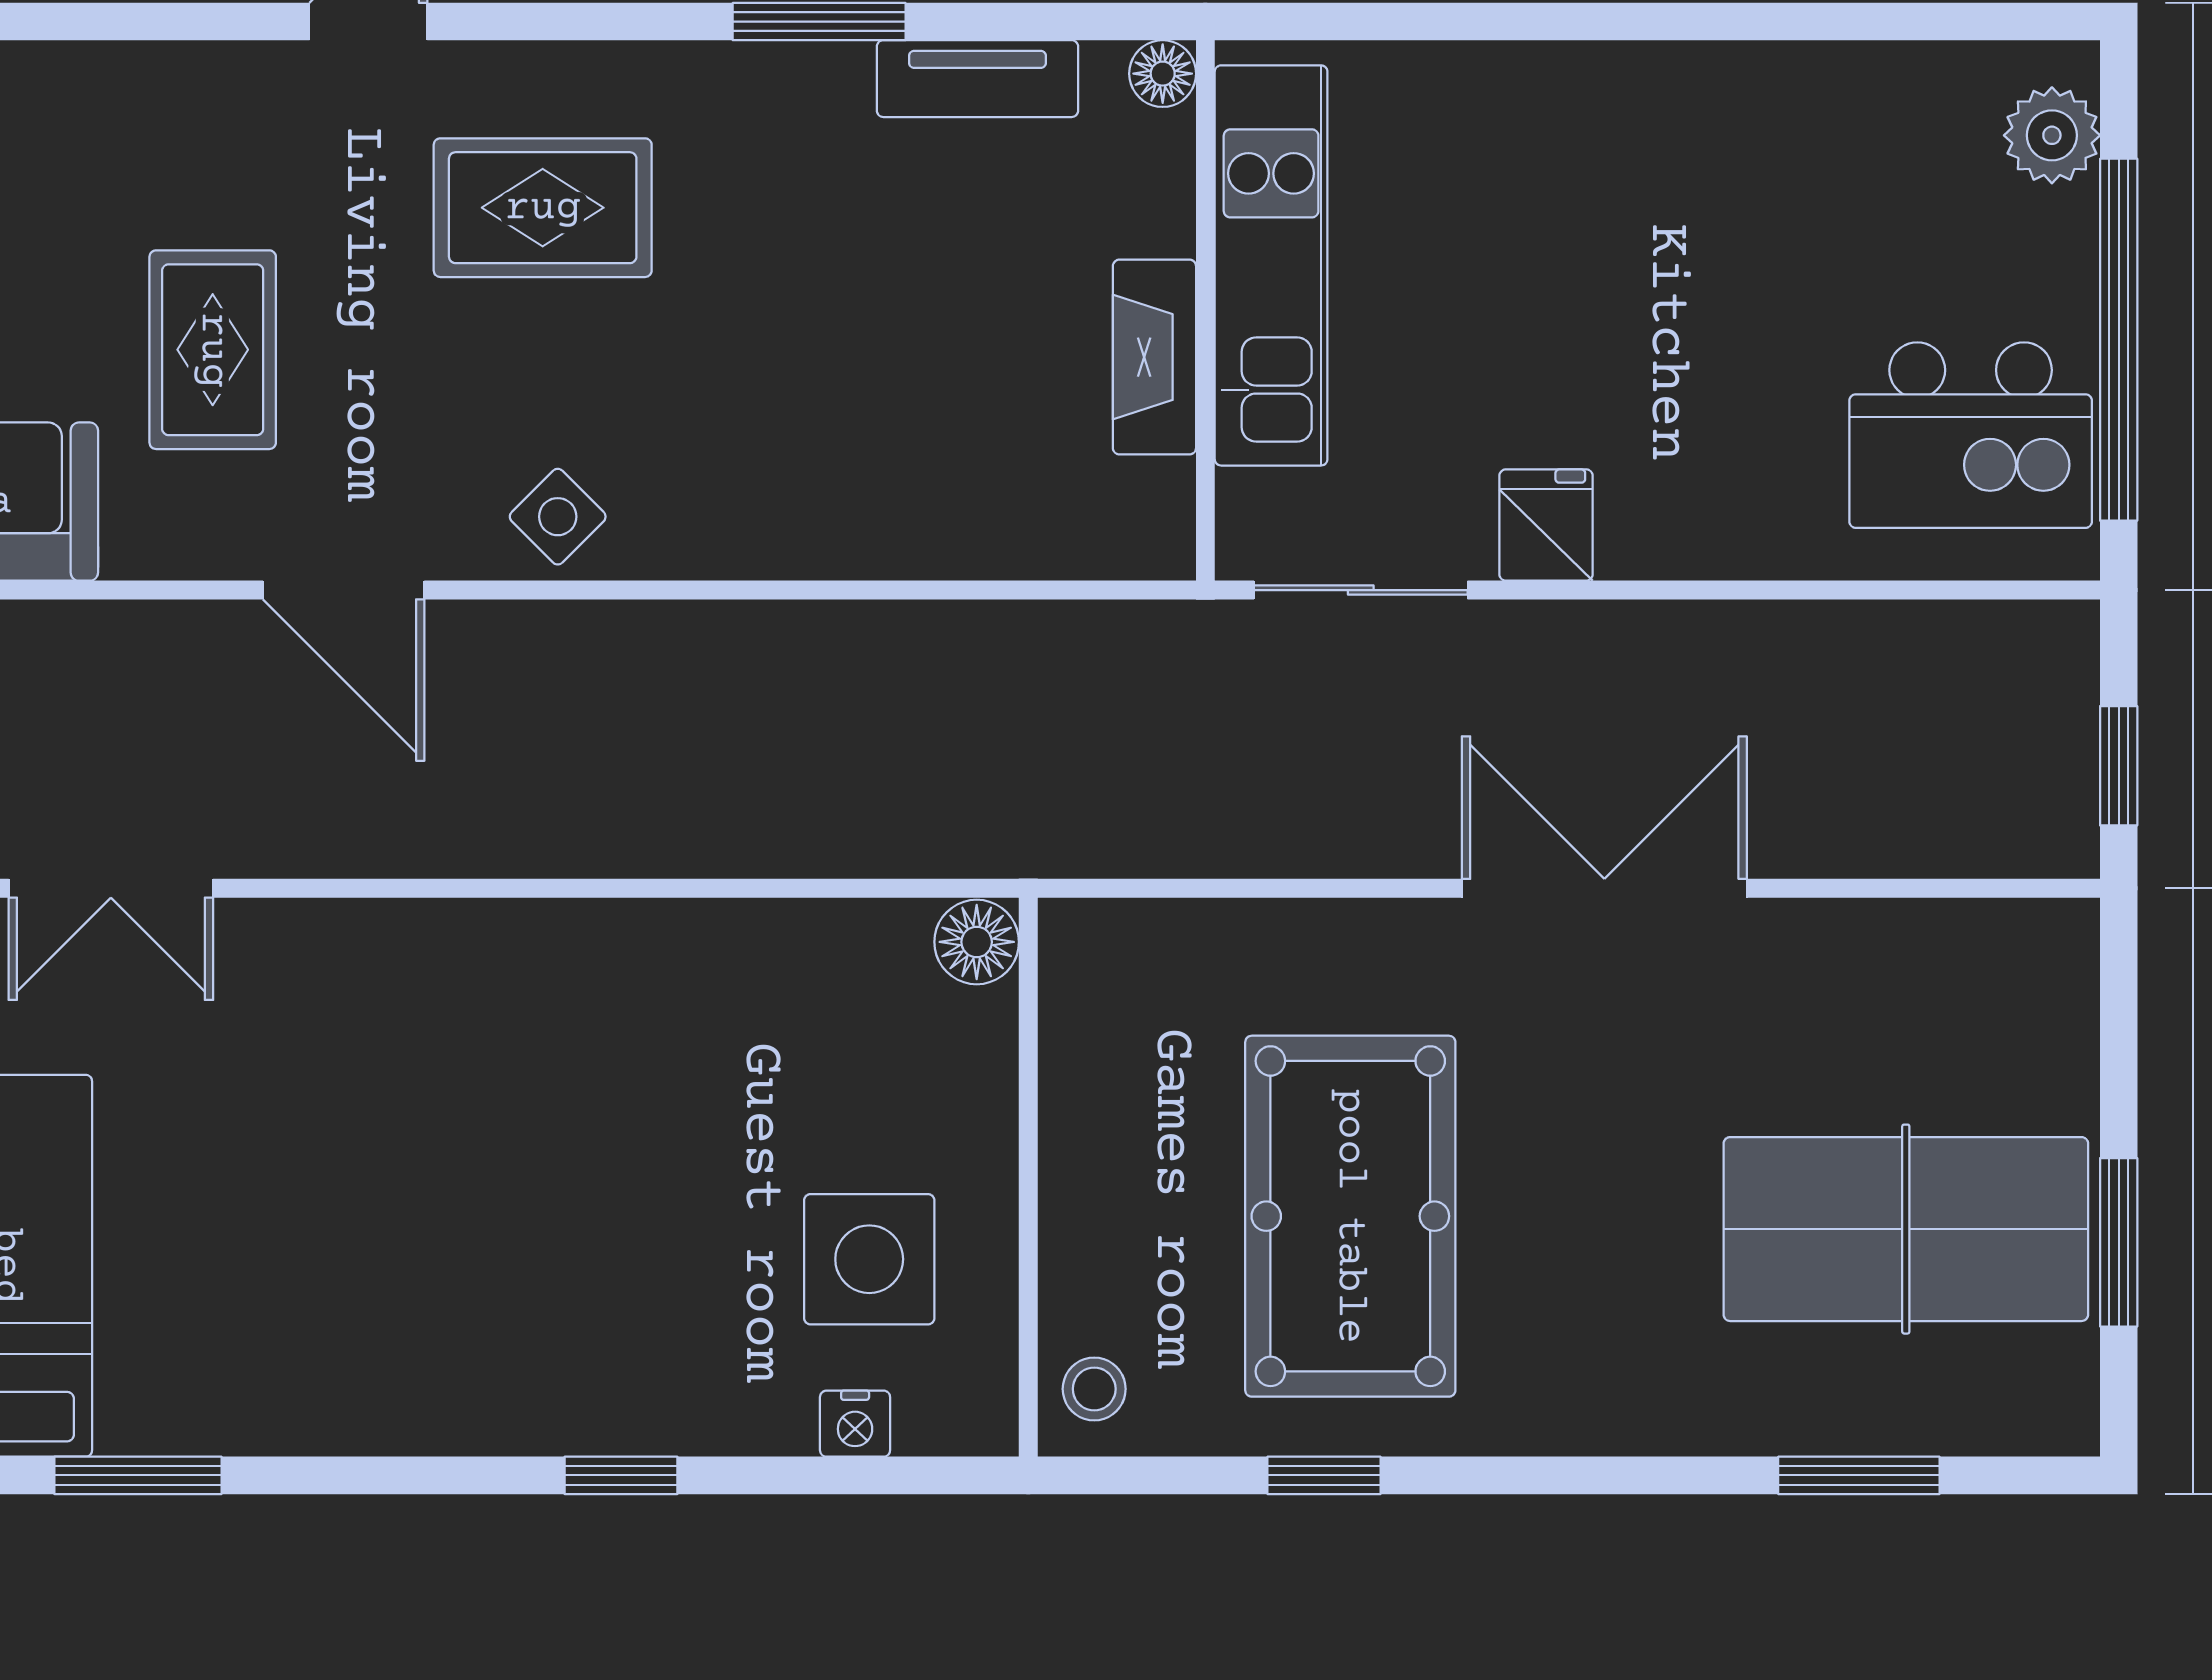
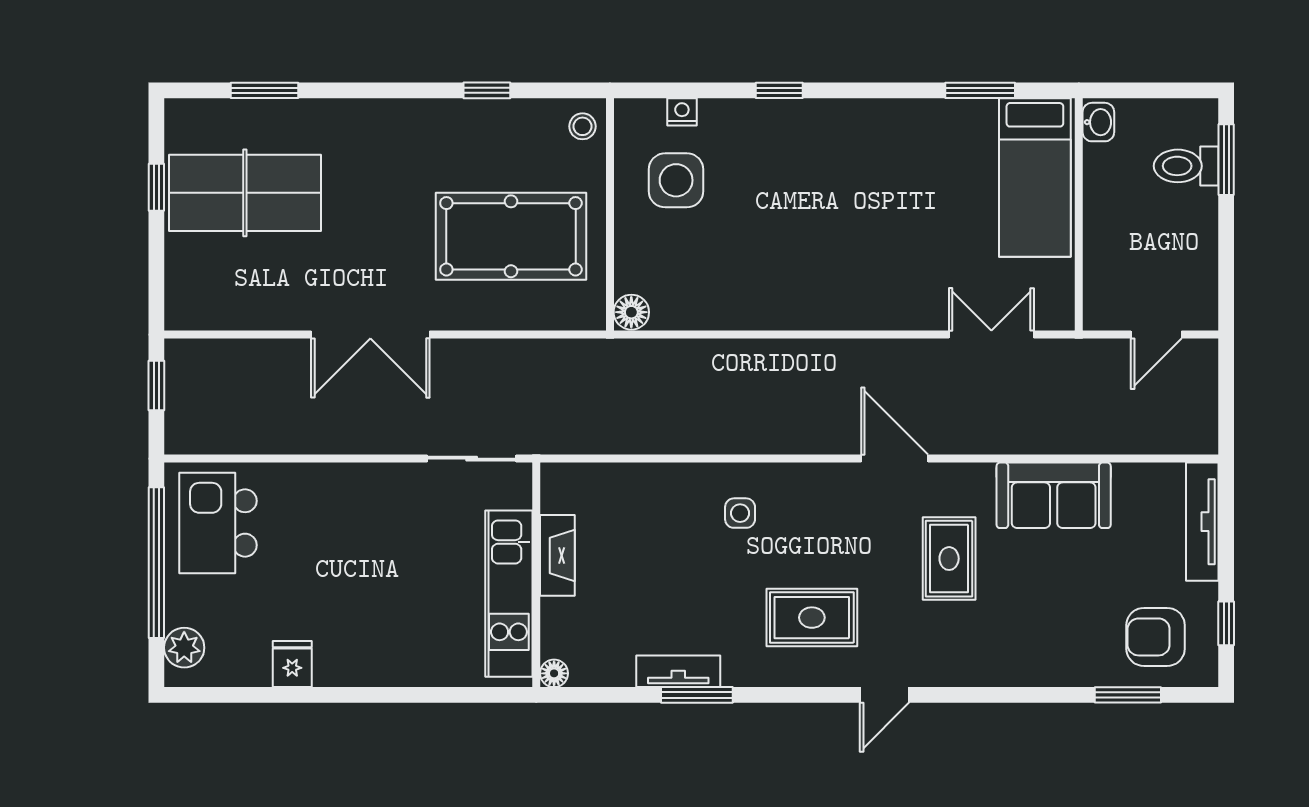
tv unit: (977, 79) -> (678, 671), moved
kitchen island: (1971, 435) -> (218, 523), turned -90
side table: (558, 517) -> (740, 513), moved, turned 45
fridge: (1546, 525) -> (292, 664), moved, turned 180
pool table: (1350, 1216) -> (511, 236), moved, turned 90
window: (2119, 1242) -> (156, 187), width x0.67

